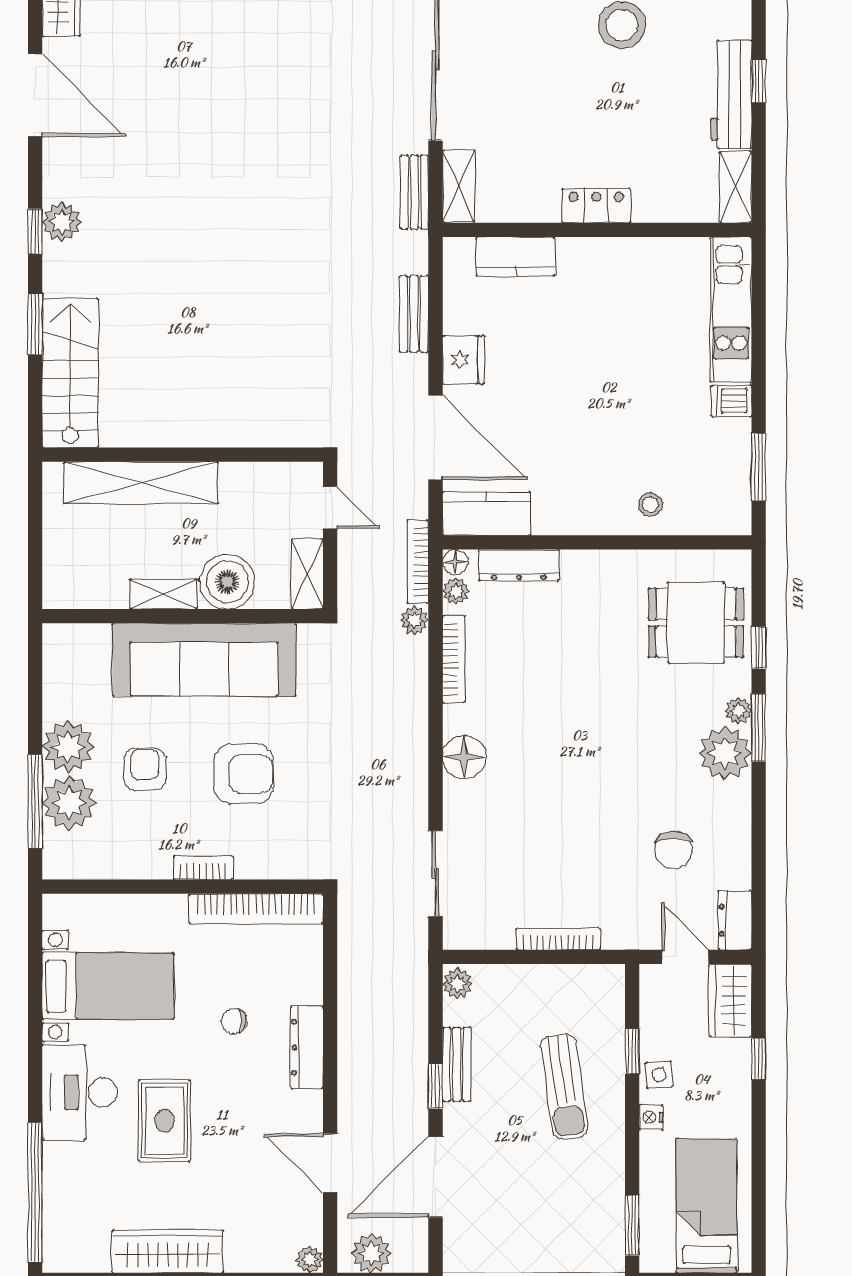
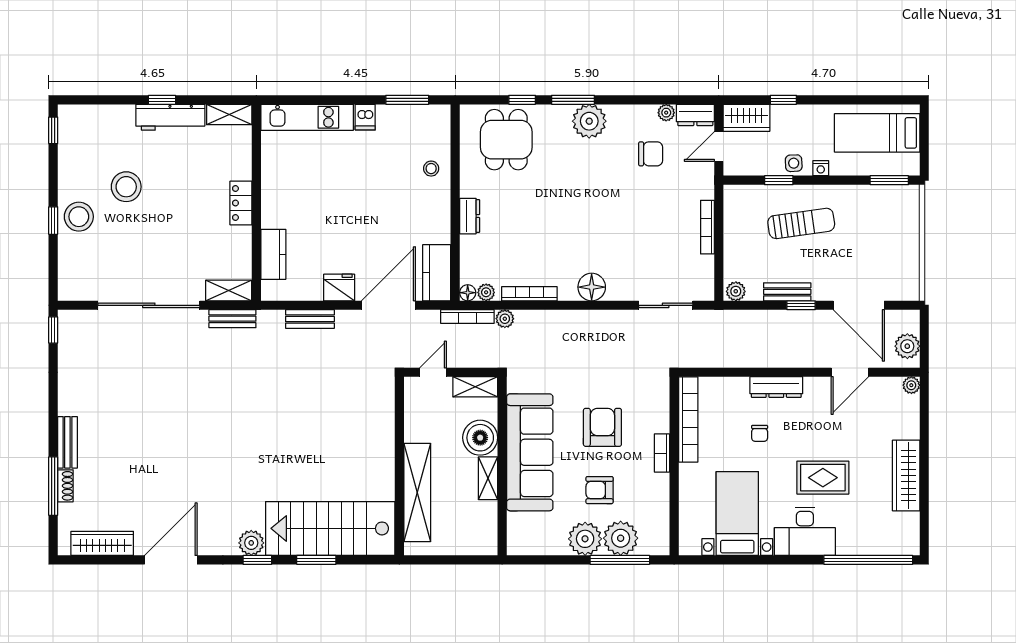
stairs: (70, 373) -> (330, 528), width x1.36, depth x1.51
dresser: (519, 565) -> (470, 216), moved, width x0.70
plant: (738, 711) -> (666, 113), moved

